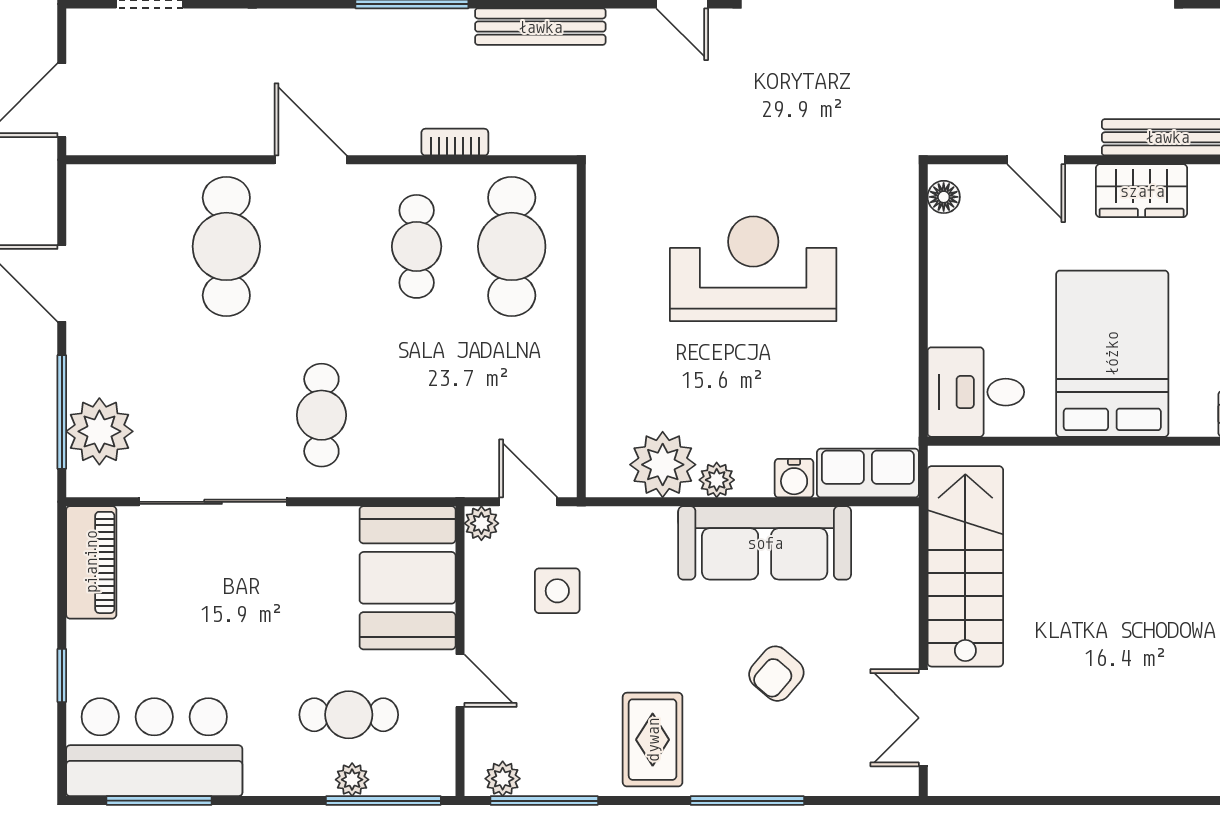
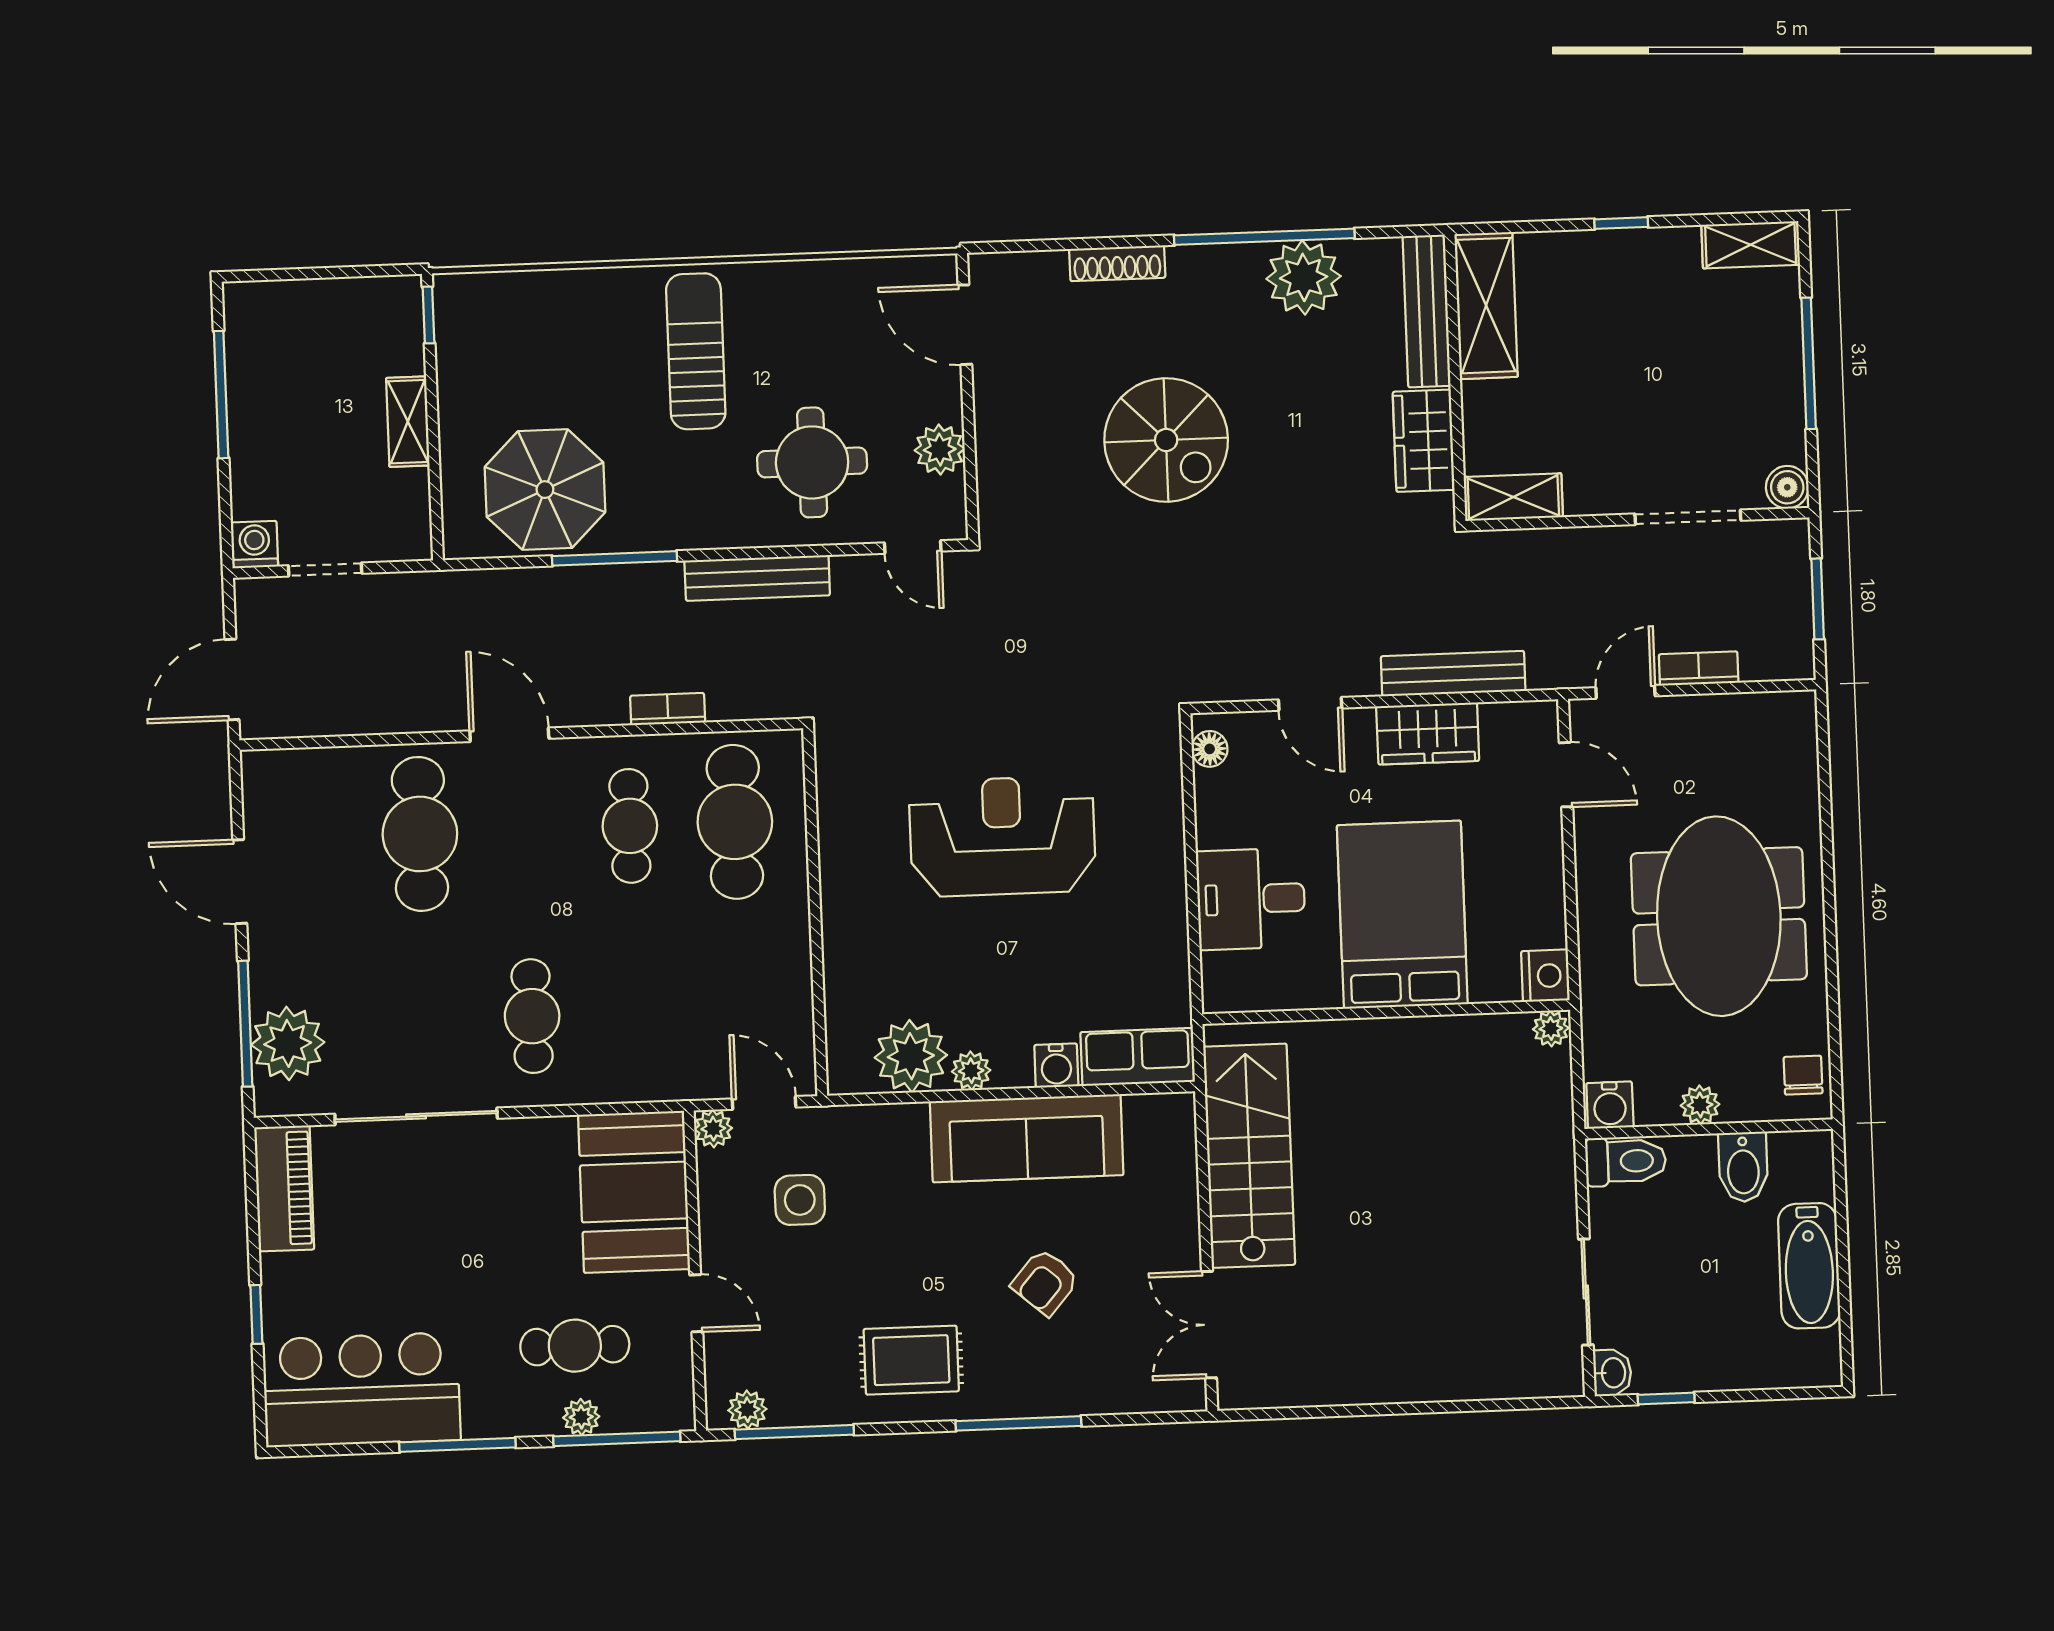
desk: (976, 392) -> (1251, 899), moved
rug: (653, 740) -> (911, 1360), turned 90
window: (159, 801) -> (457, 1445), moved

